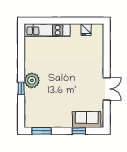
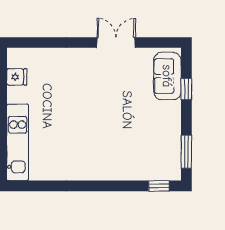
plant: (32, 80) -> (102, 168), removed
window: (21, 88) -> (159, 186), moved

